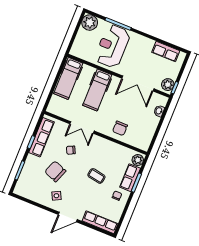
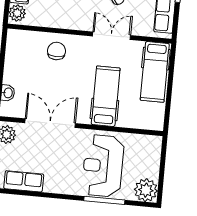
reception desk: (112, 46) -> (103, 166), turned 180
hospital bed: (68, 78) -> (155, 72), moved, turned 180

